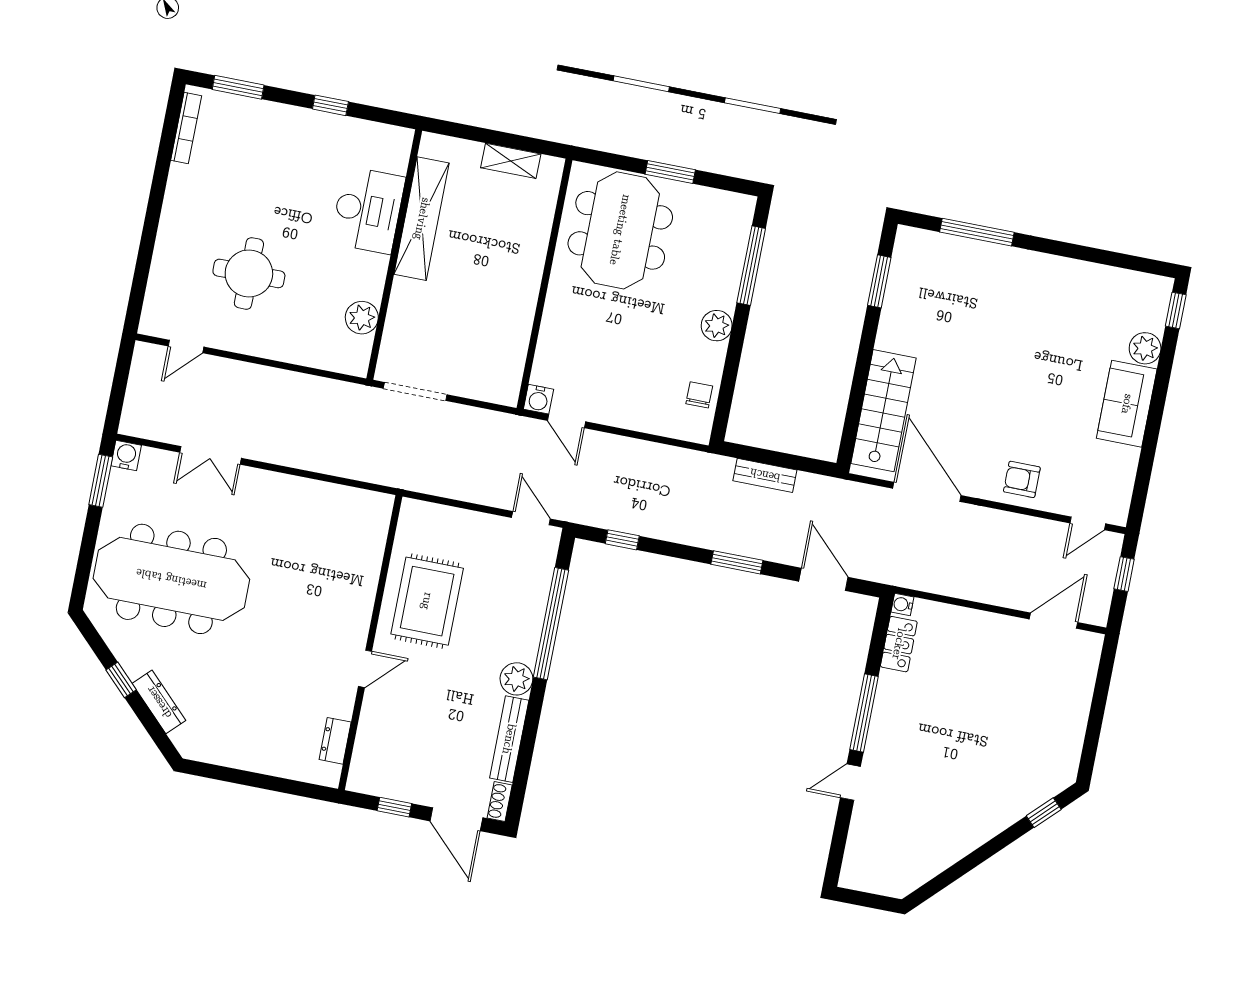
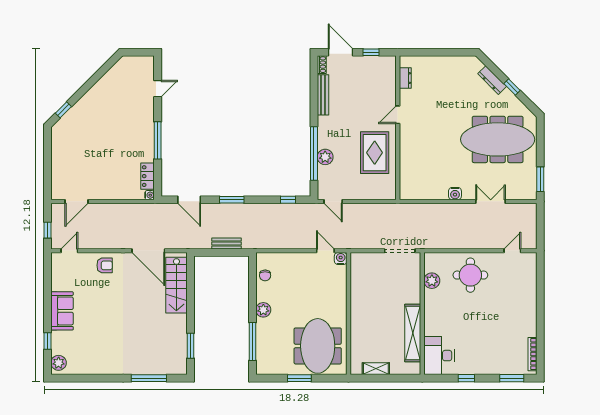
desk: (368, 210) -> (439, 356), moved
round table: (249, 273) -> (470, 275), moved
window: (1176, 310) -> (48, 341), moved
plant: (1145, 348) -> (59, 363), moved
water cooler: (126, 456) -> (455, 194), moved
plant: (516, 679) -> (325, 157), moved
door: (850, 782) -> (158, 89), moved

